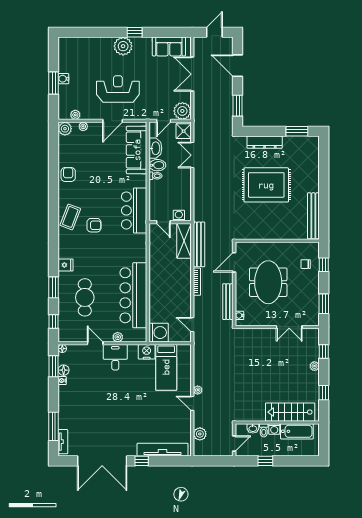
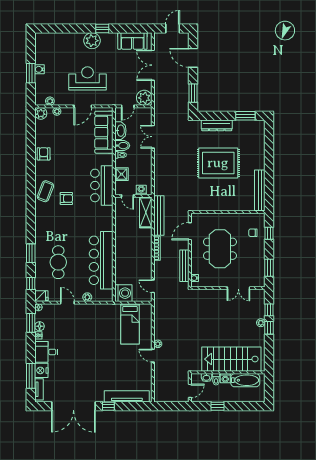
shower: (184, 131) -> (122, 174), moved
fridge: (66, 265) -> (41, 296), moved
nightstand: (147, 352) -> (41, 370), moved, turned -90
desk: (115, 357) -> (46, 352), moved, turned -90
window: (324, 393) -> (269, 328), moved
stairs: (290, 412) -> (231, 359), width x1.36, depth x1.51
plant: (200, 434) -> (160, 383), removed

